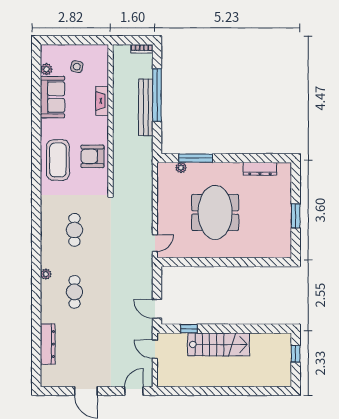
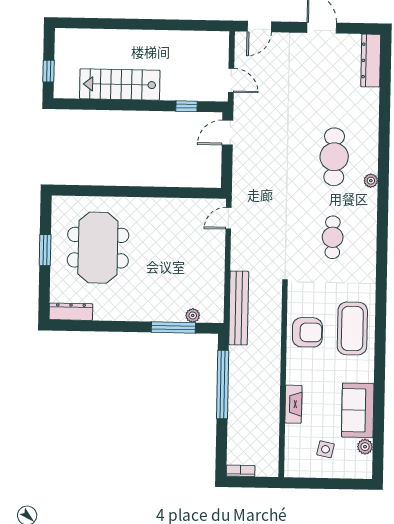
window: (157, 95) -> (223, 385), moved
bench: (146, 107) -> (239, 308), moved
dresser: (260, 169) -> (71, 312), moved
meeting table: (215, 212) -> (98, 248), moved
cafe table: (74, 292) -> (334, 157), width x1.37, depth x1.35
door: (157, 309) -> (227, 133), swing flipped
dresser: (48, 344) -> (371, 61), moved
stairs: (219, 344) -> (120, 84), moved

